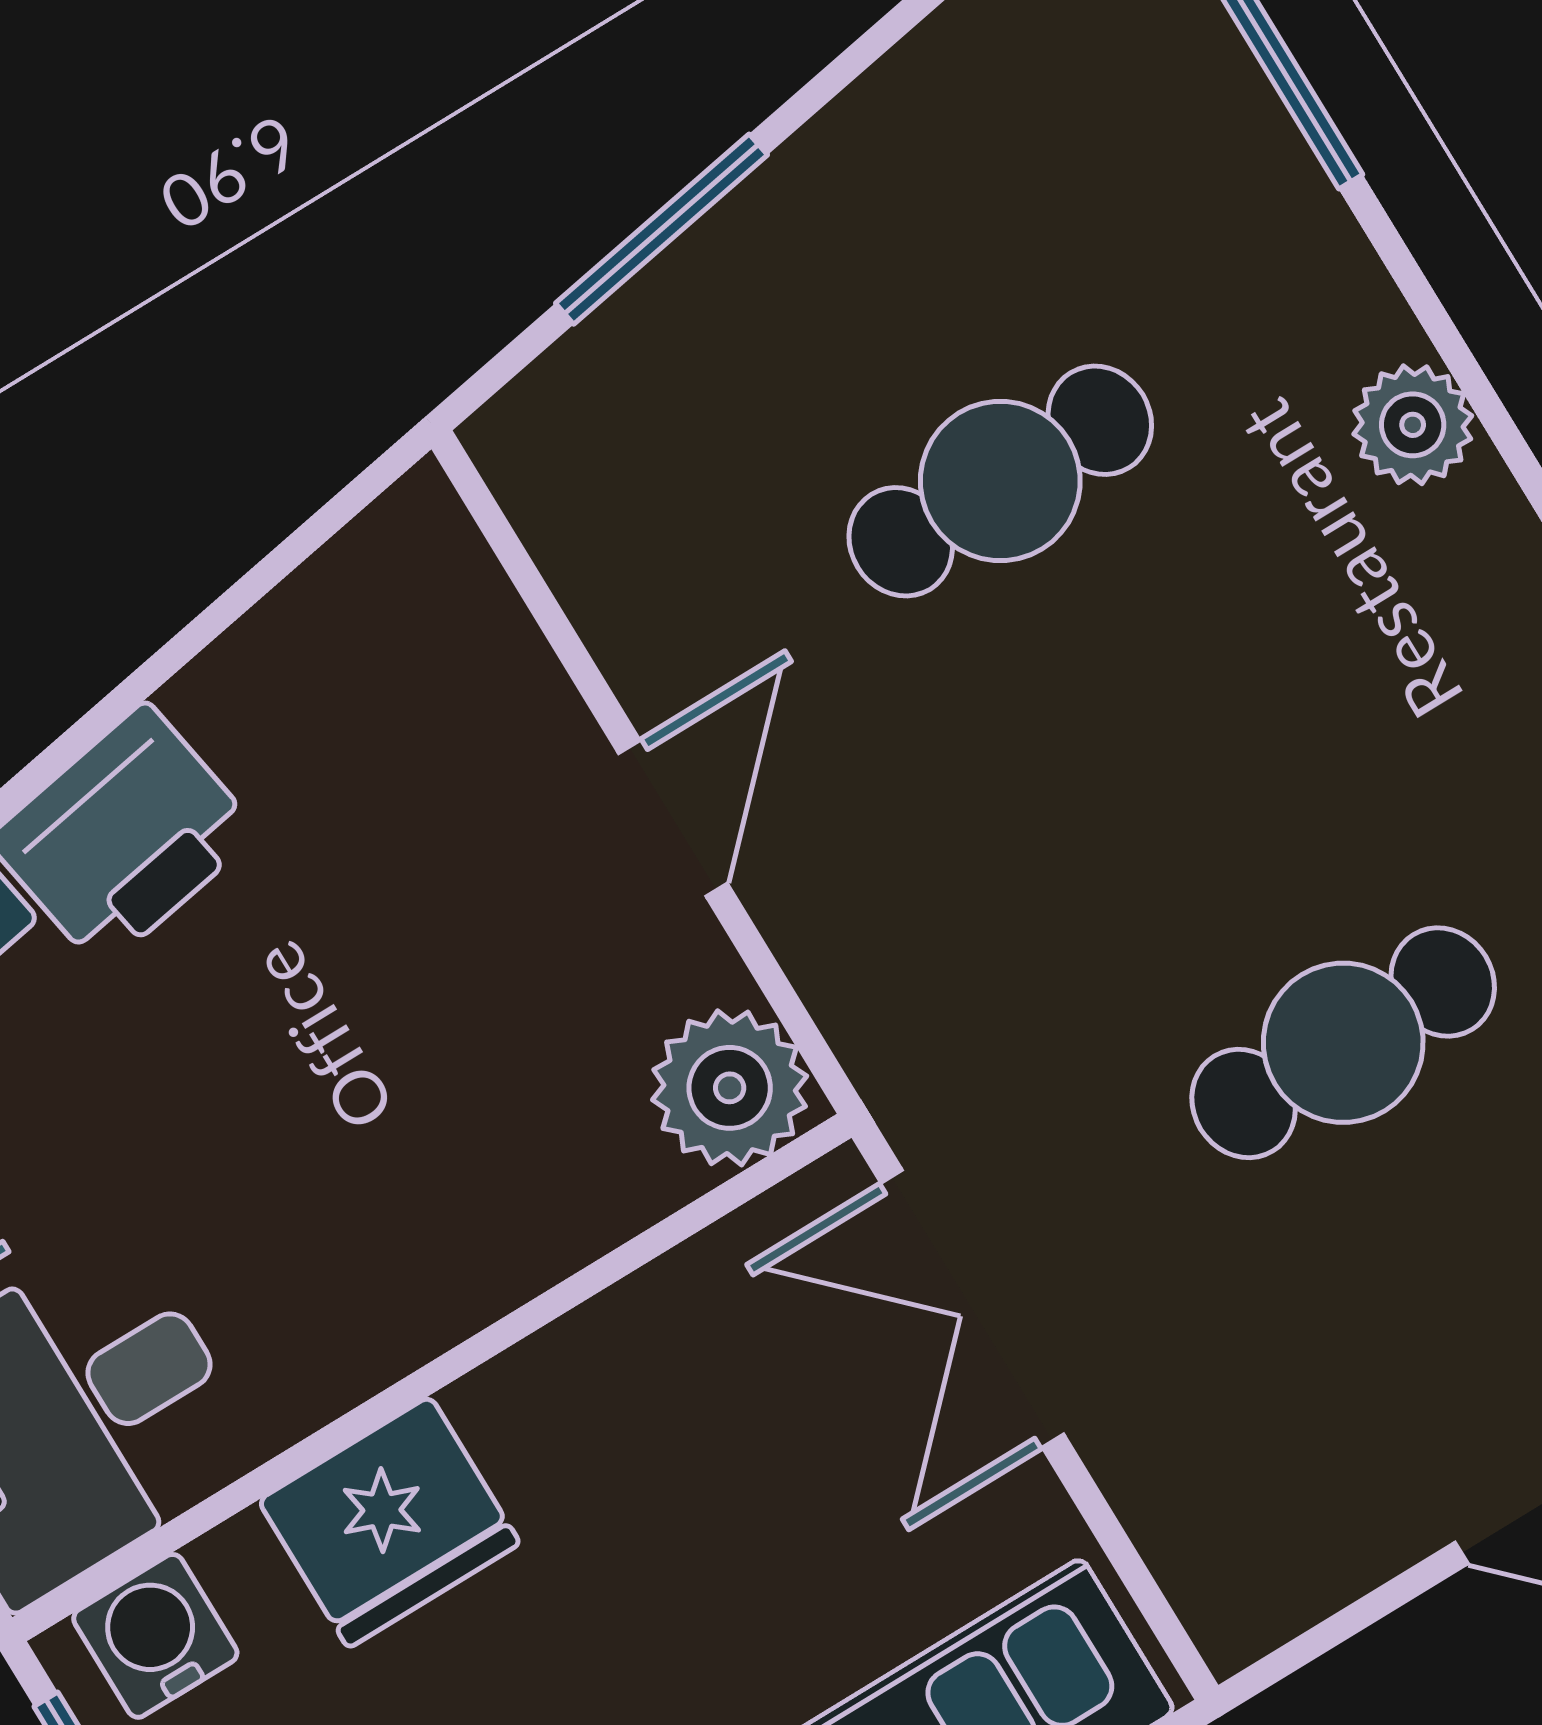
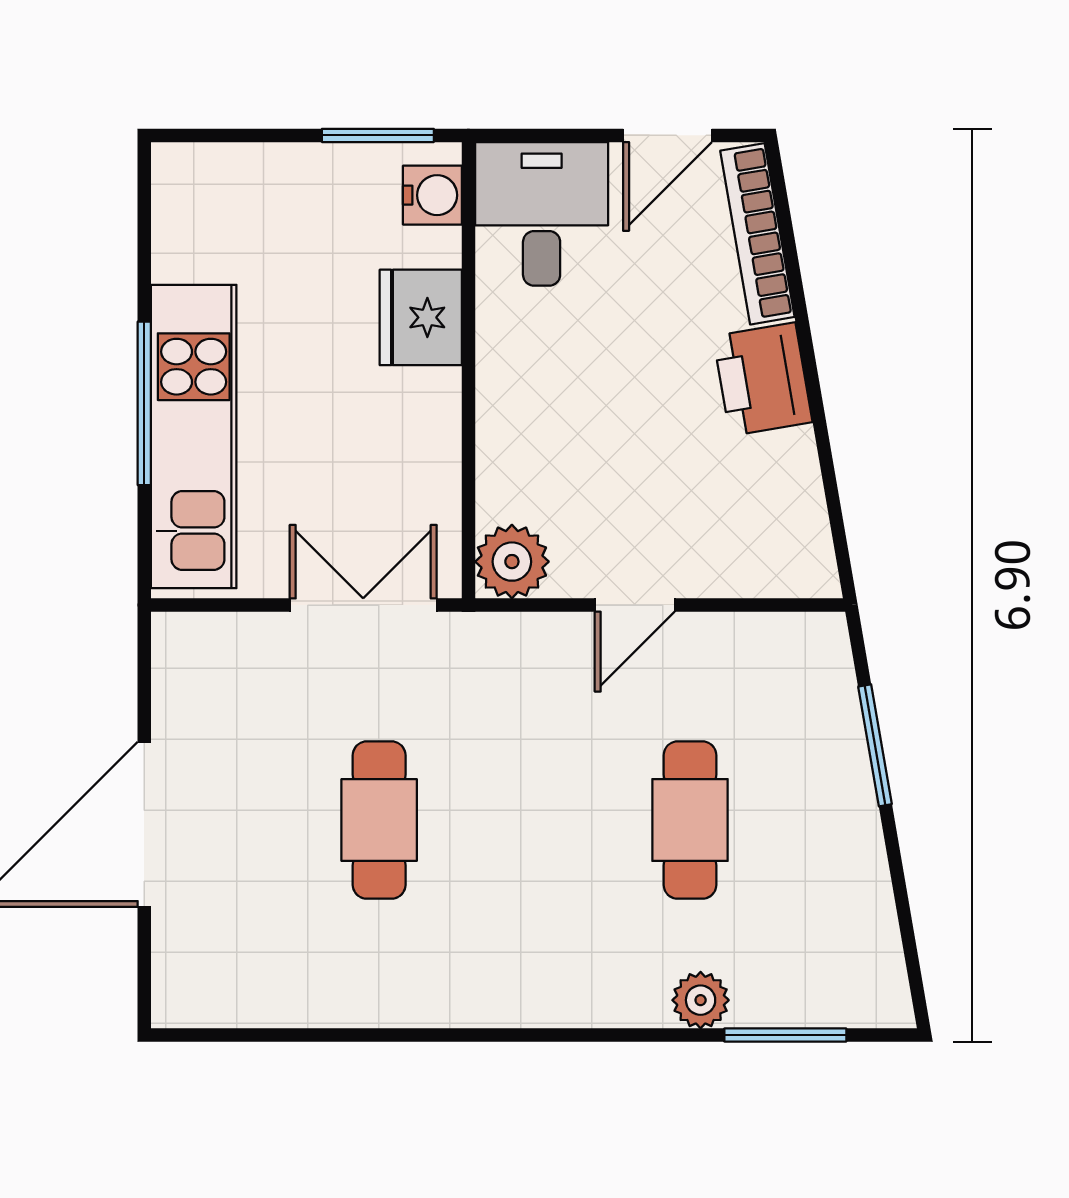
plant: (1413, 425) -> (701, 1000), moved
door: (673, 818) -> (635, 605), hinge flipped

